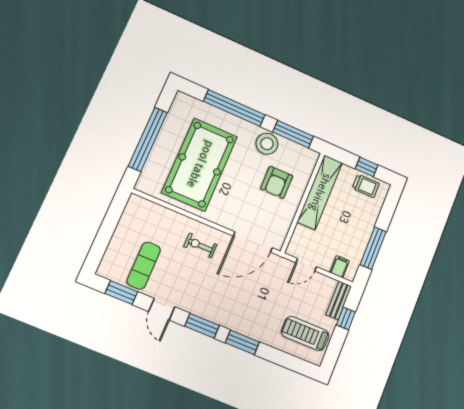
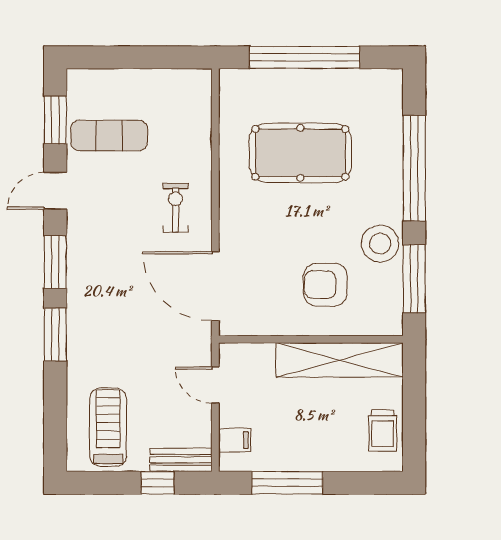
pool table: (200, 164) -> (300, 153), width x0.73, depth x0.76
window: (367, 167) -> (414, 420), removed

